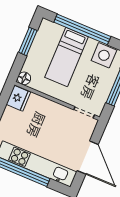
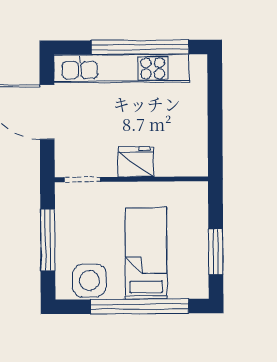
floor lamp: (24, 78) -> (197, 192), removed
fridge: (18, 98) -> (136, 162), moved, turned 90

